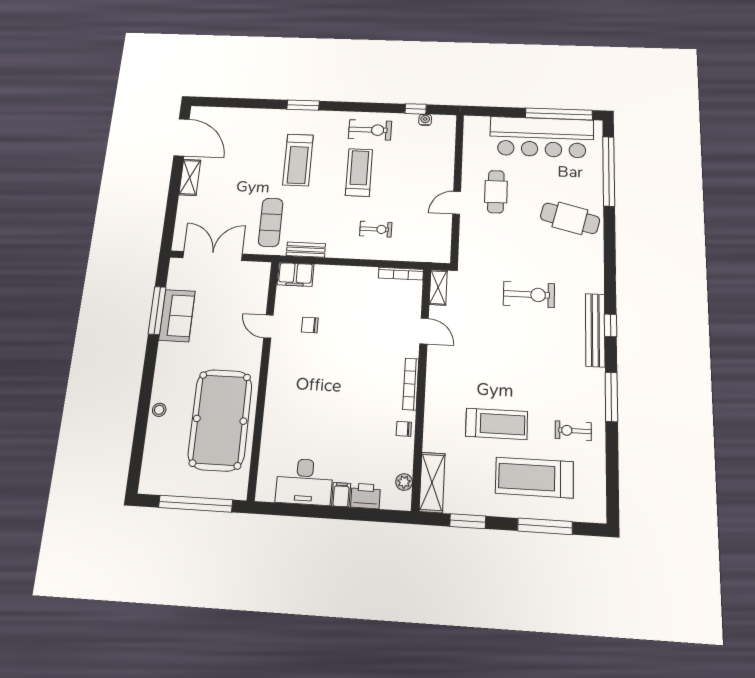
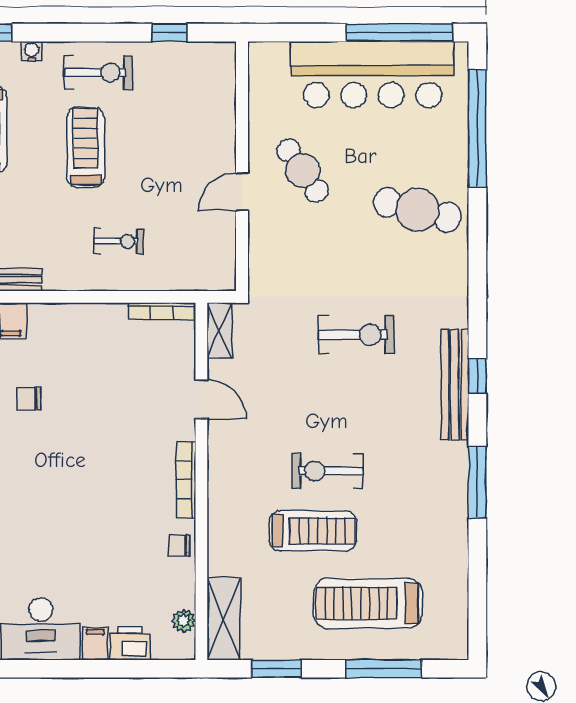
water cooler: (425, 120) -> (32, 51), moved
cafe table: (496, 192) -> (303, 171), turned -35
exercise bike: (573, 431) -> (327, 471), moved, width x1.38, depth x1.39

